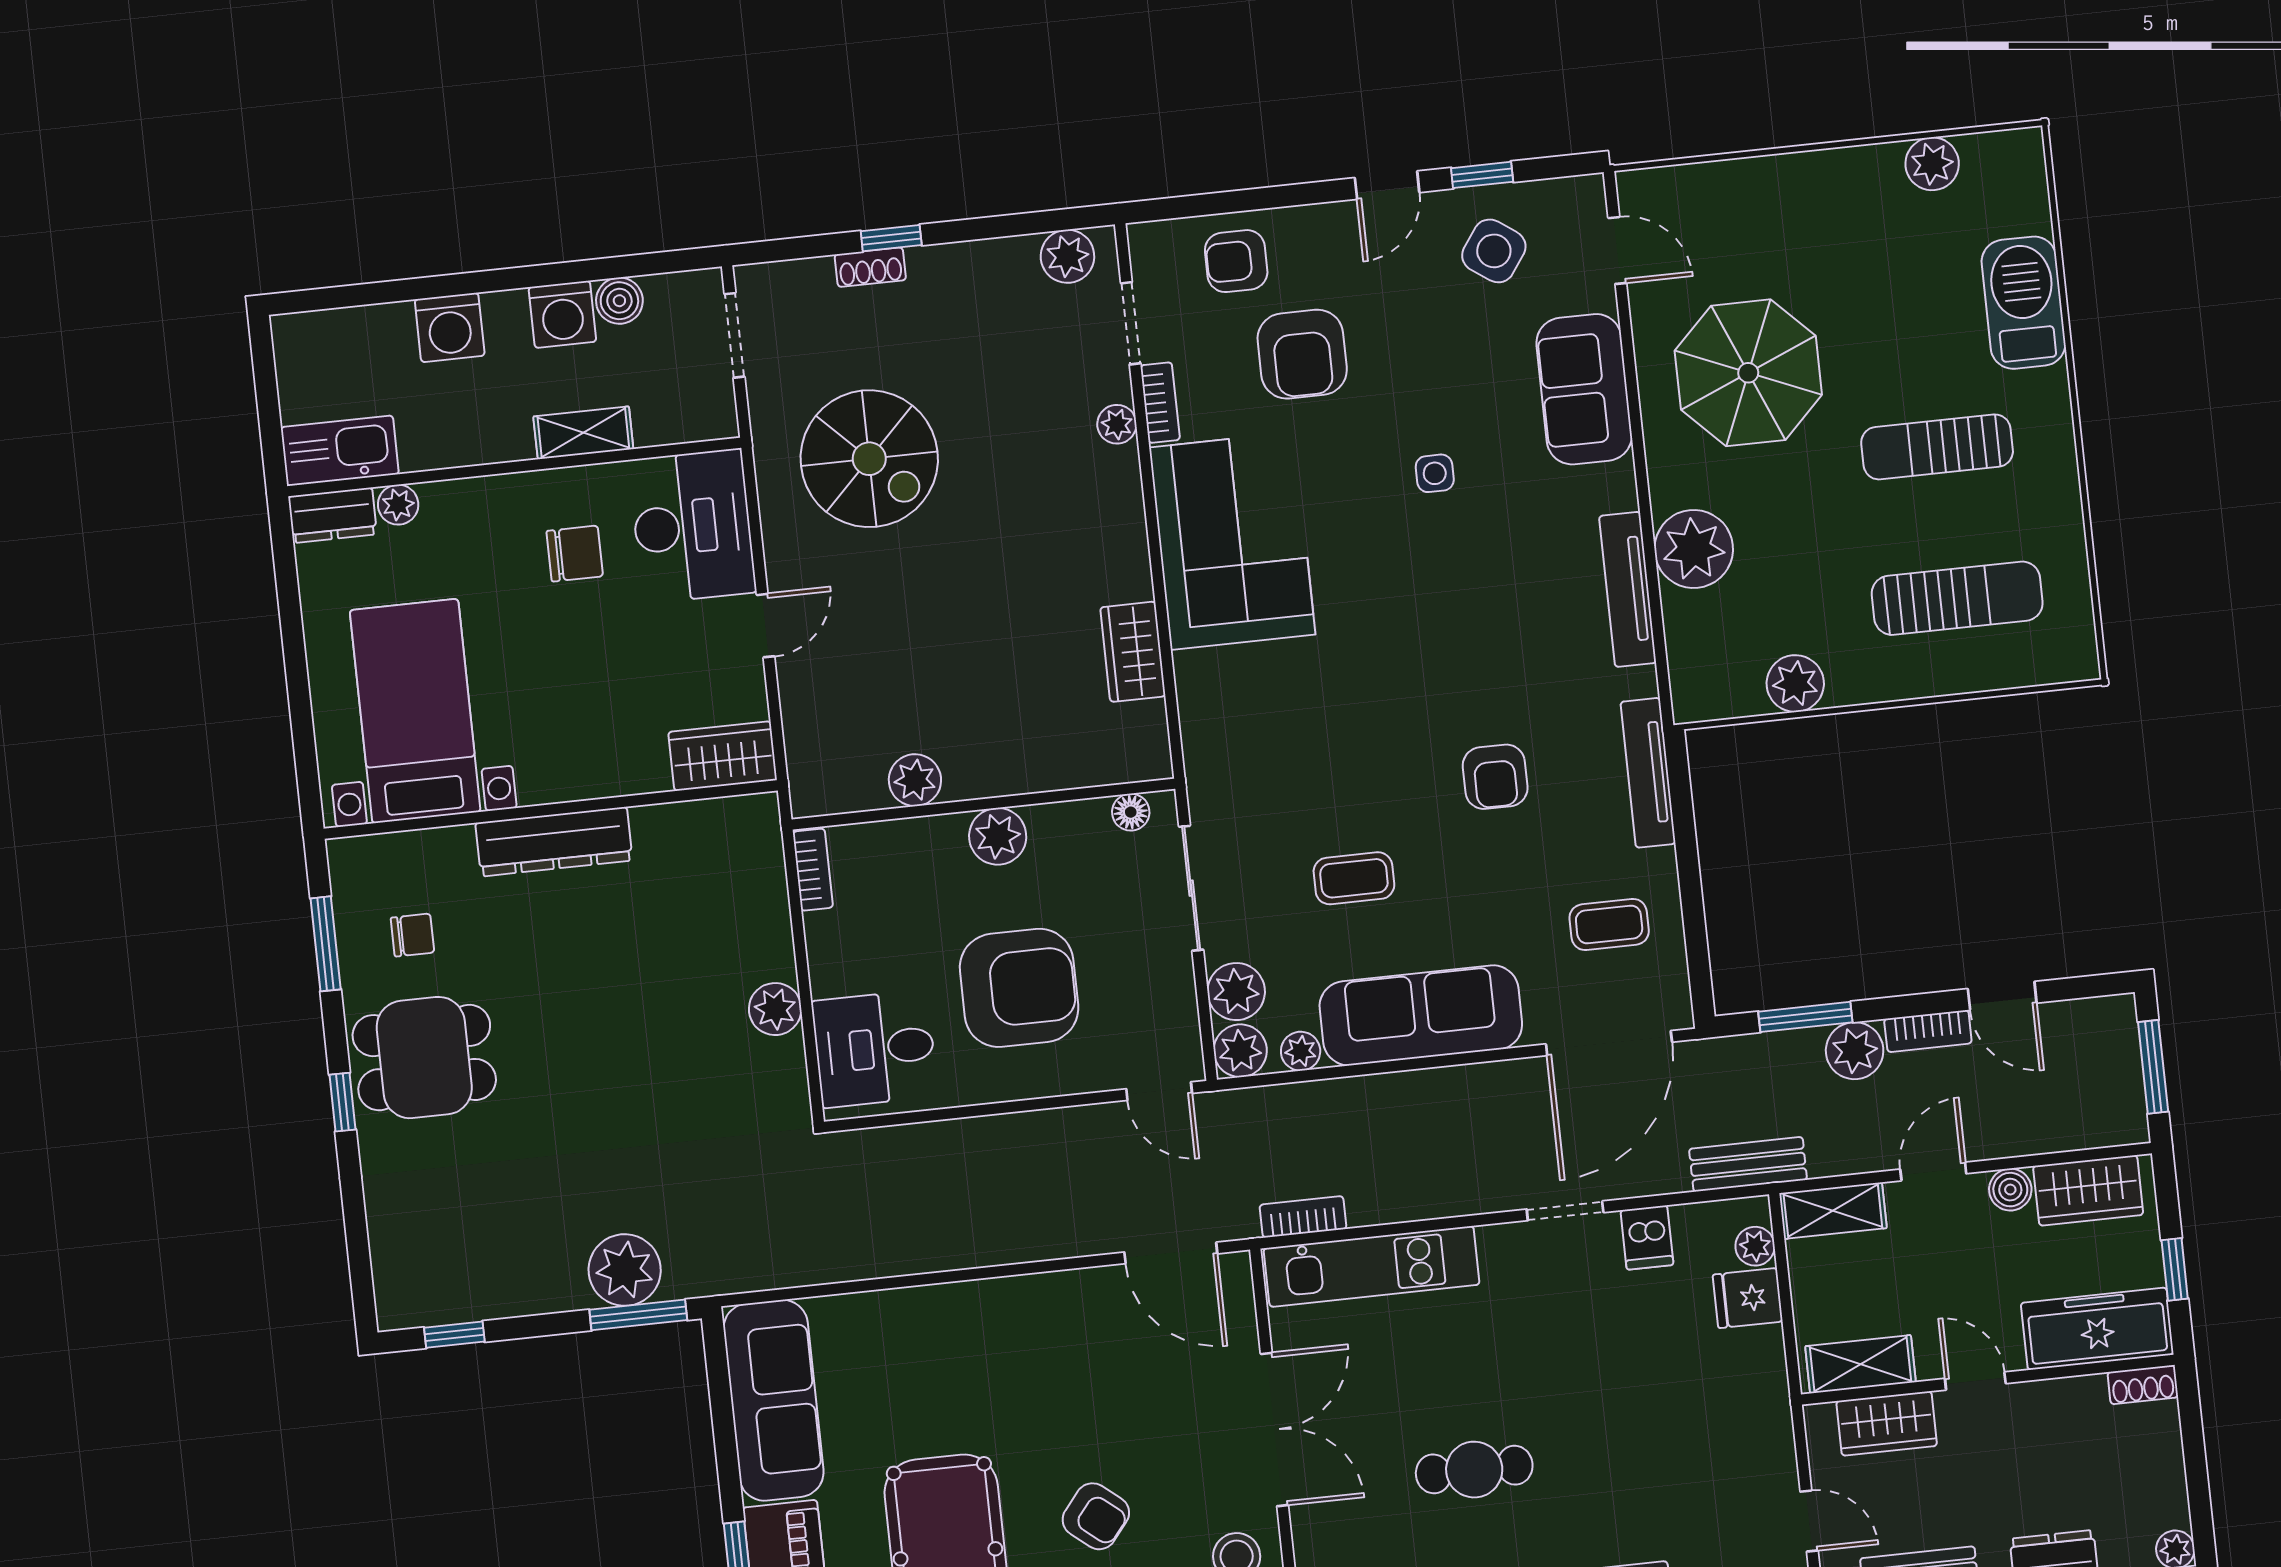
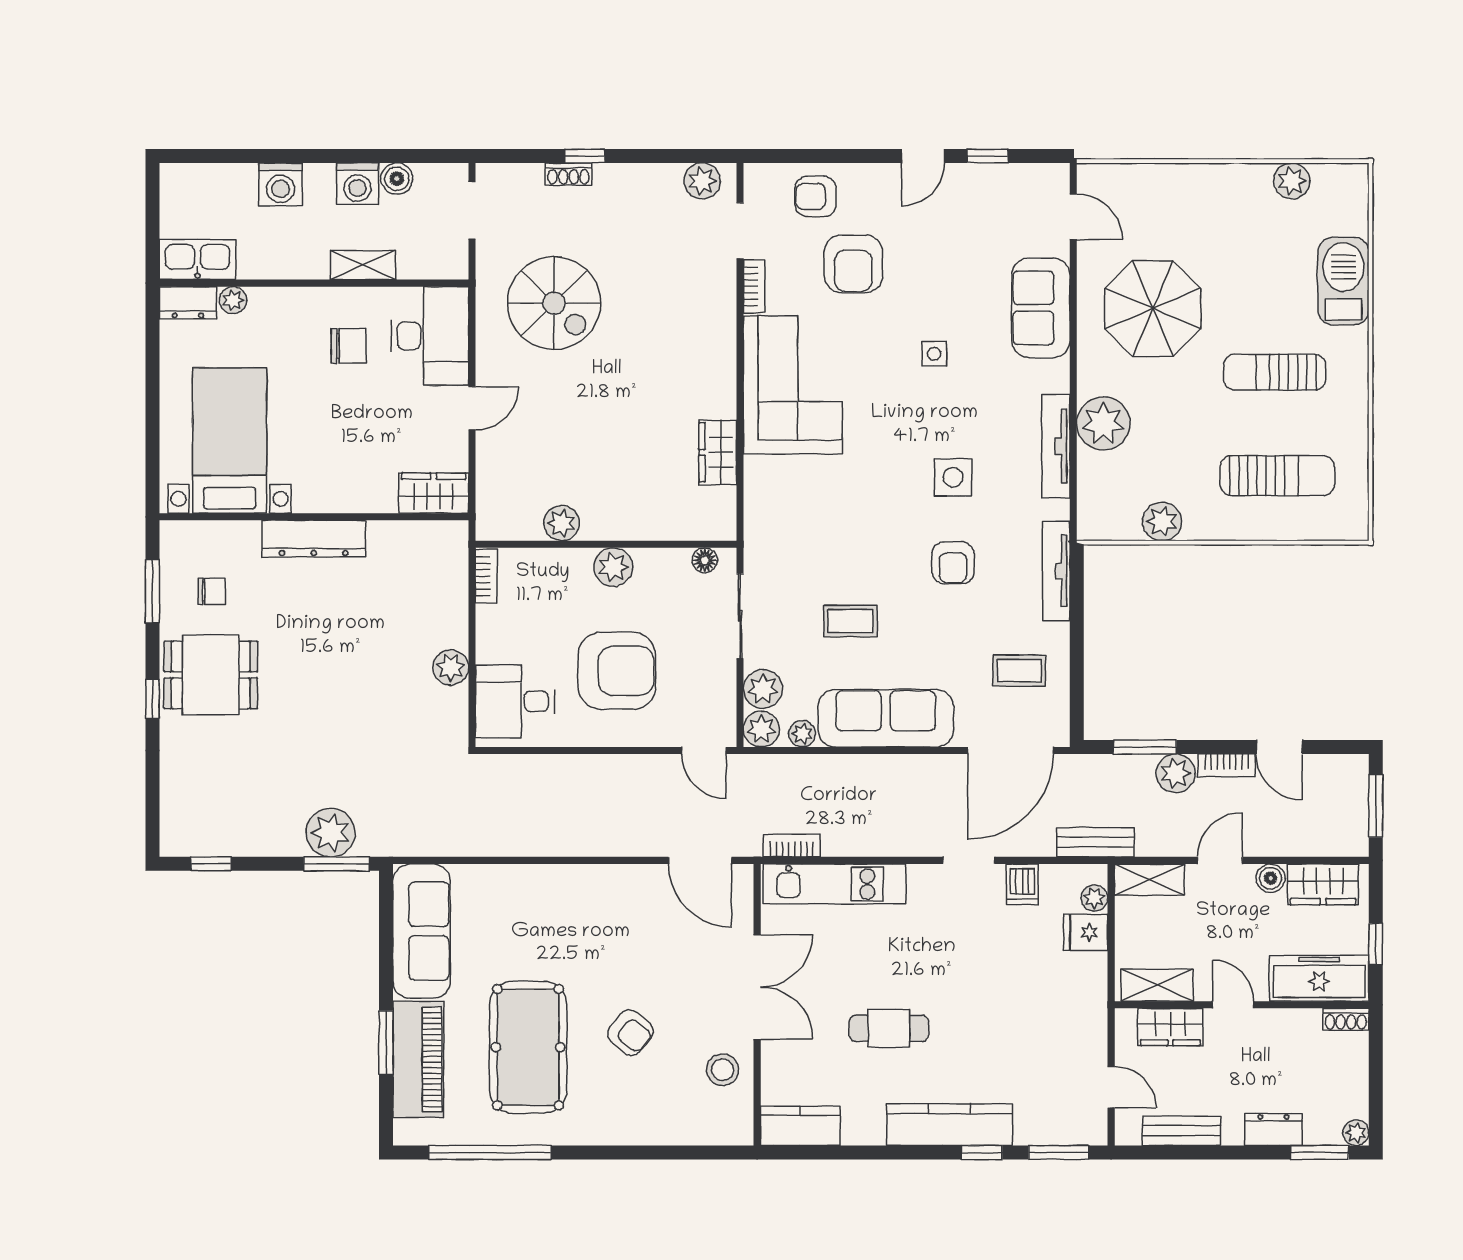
side table: (1494, 251) -> (953, 477), moved, turned -35
plant: (1117, 424) -> (723, 298), removed

